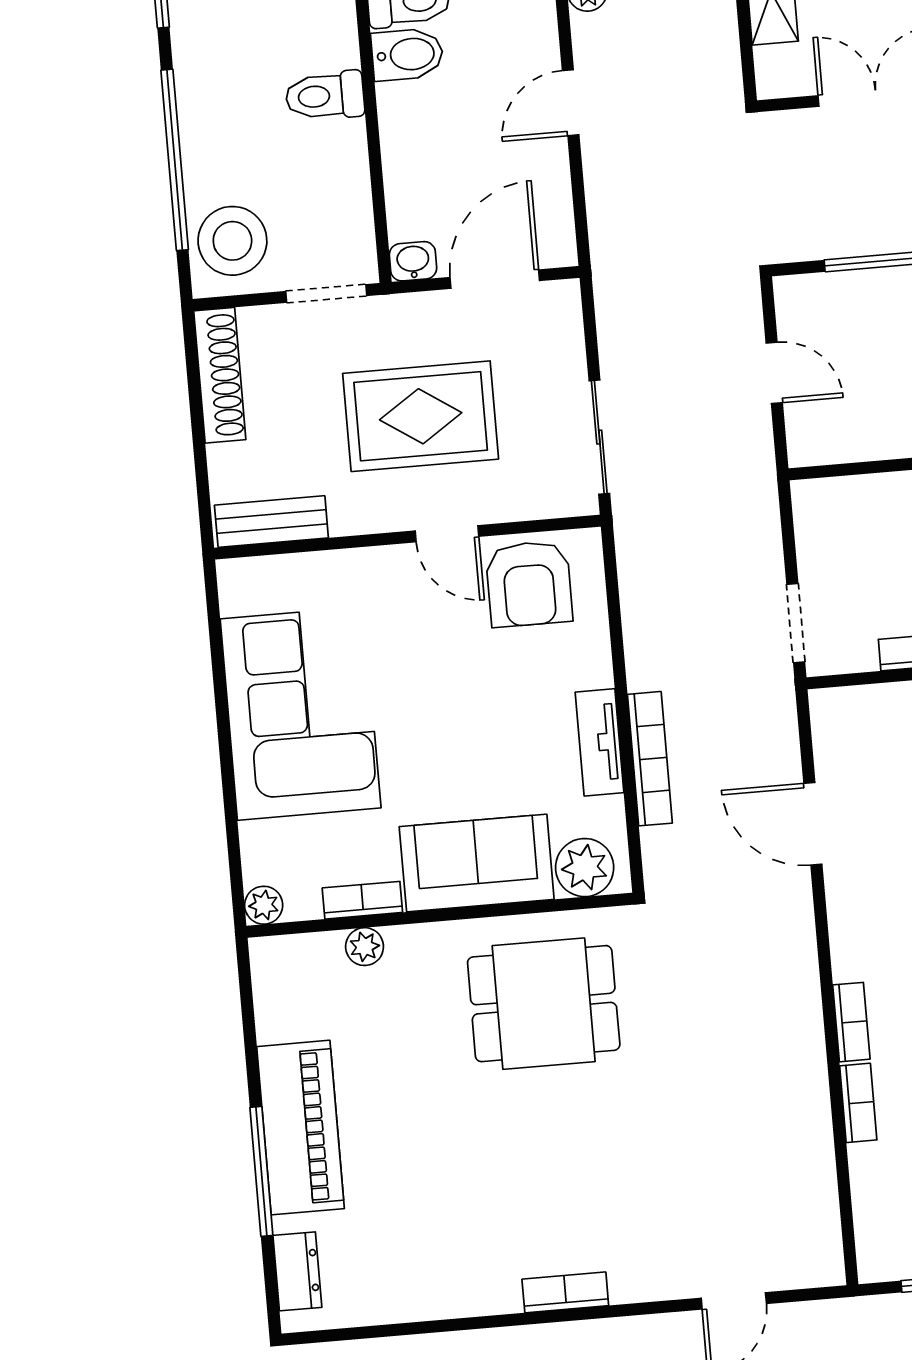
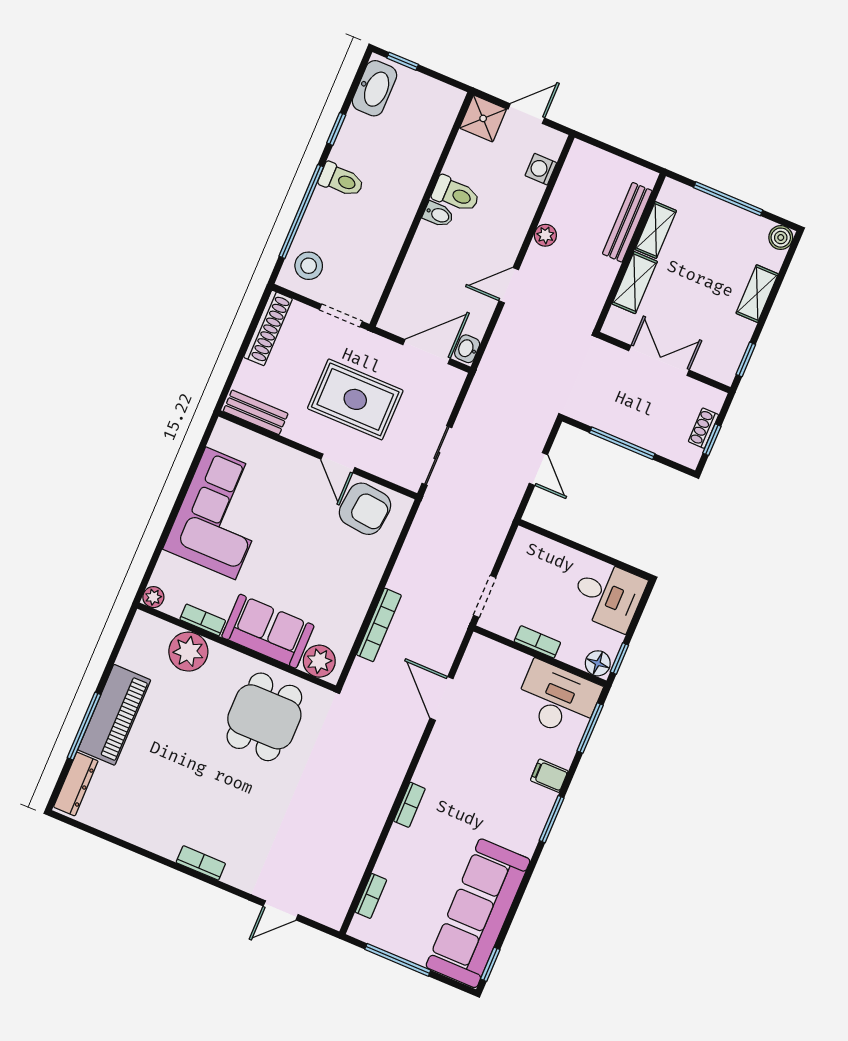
bidet: (407, 54) -> (438, 215), width x0.72, depth x0.74
toilet: (325, 96) -> (341, 180), moved, turned 180
stool: (232, 241) -> (309, 266), width x0.73, depth x0.73
washbasin: (413, 261) -> (467, 349), moved, turned -90
armchair: (529, 584) -> (365, 509), turned -84
tv unit: (599, 742) -> (359, 604), removed
plant: (365, 947) -> (188, 652), width x1.87, depth x1.87
dining table: (544, 1004) -> (264, 717), turned 90
bookcase: (858, 1103) -> (371, 896), moved
dresser: (297, 1271) -> (76, 784), width x1.44

